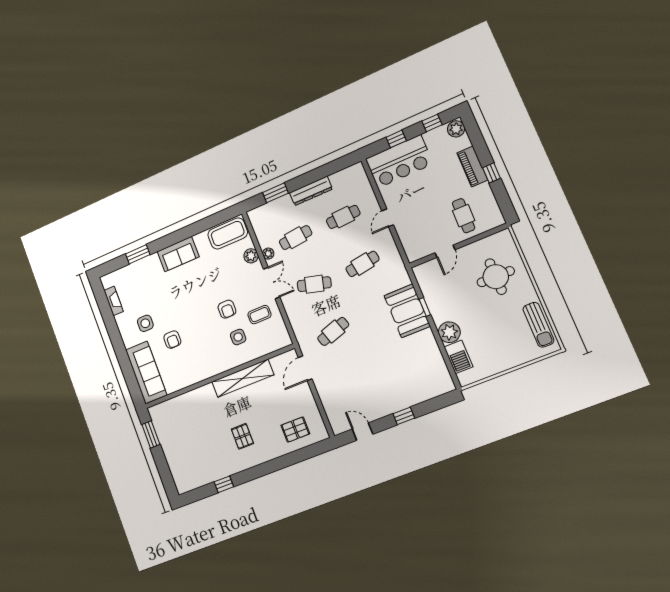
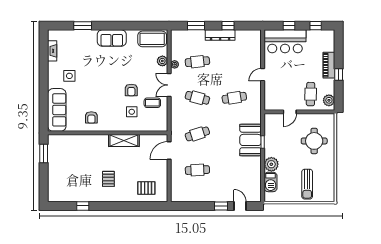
plant: (456, 129) -> (329, 100), moved
window: (316, 175) -> (228, 26), added
cafe table: (343, 217) -> (197, 170), moved
double door: (272, 283) -> (169, 85), swing flipped
sun lounger: (538, 325) -> (307, 184), moved
armchair: (172, 340) -> (91, 117), moved
shelving: (243, 378) -> (124, 141), width x0.68
door: (363, 432) -> (240, 206), moved

